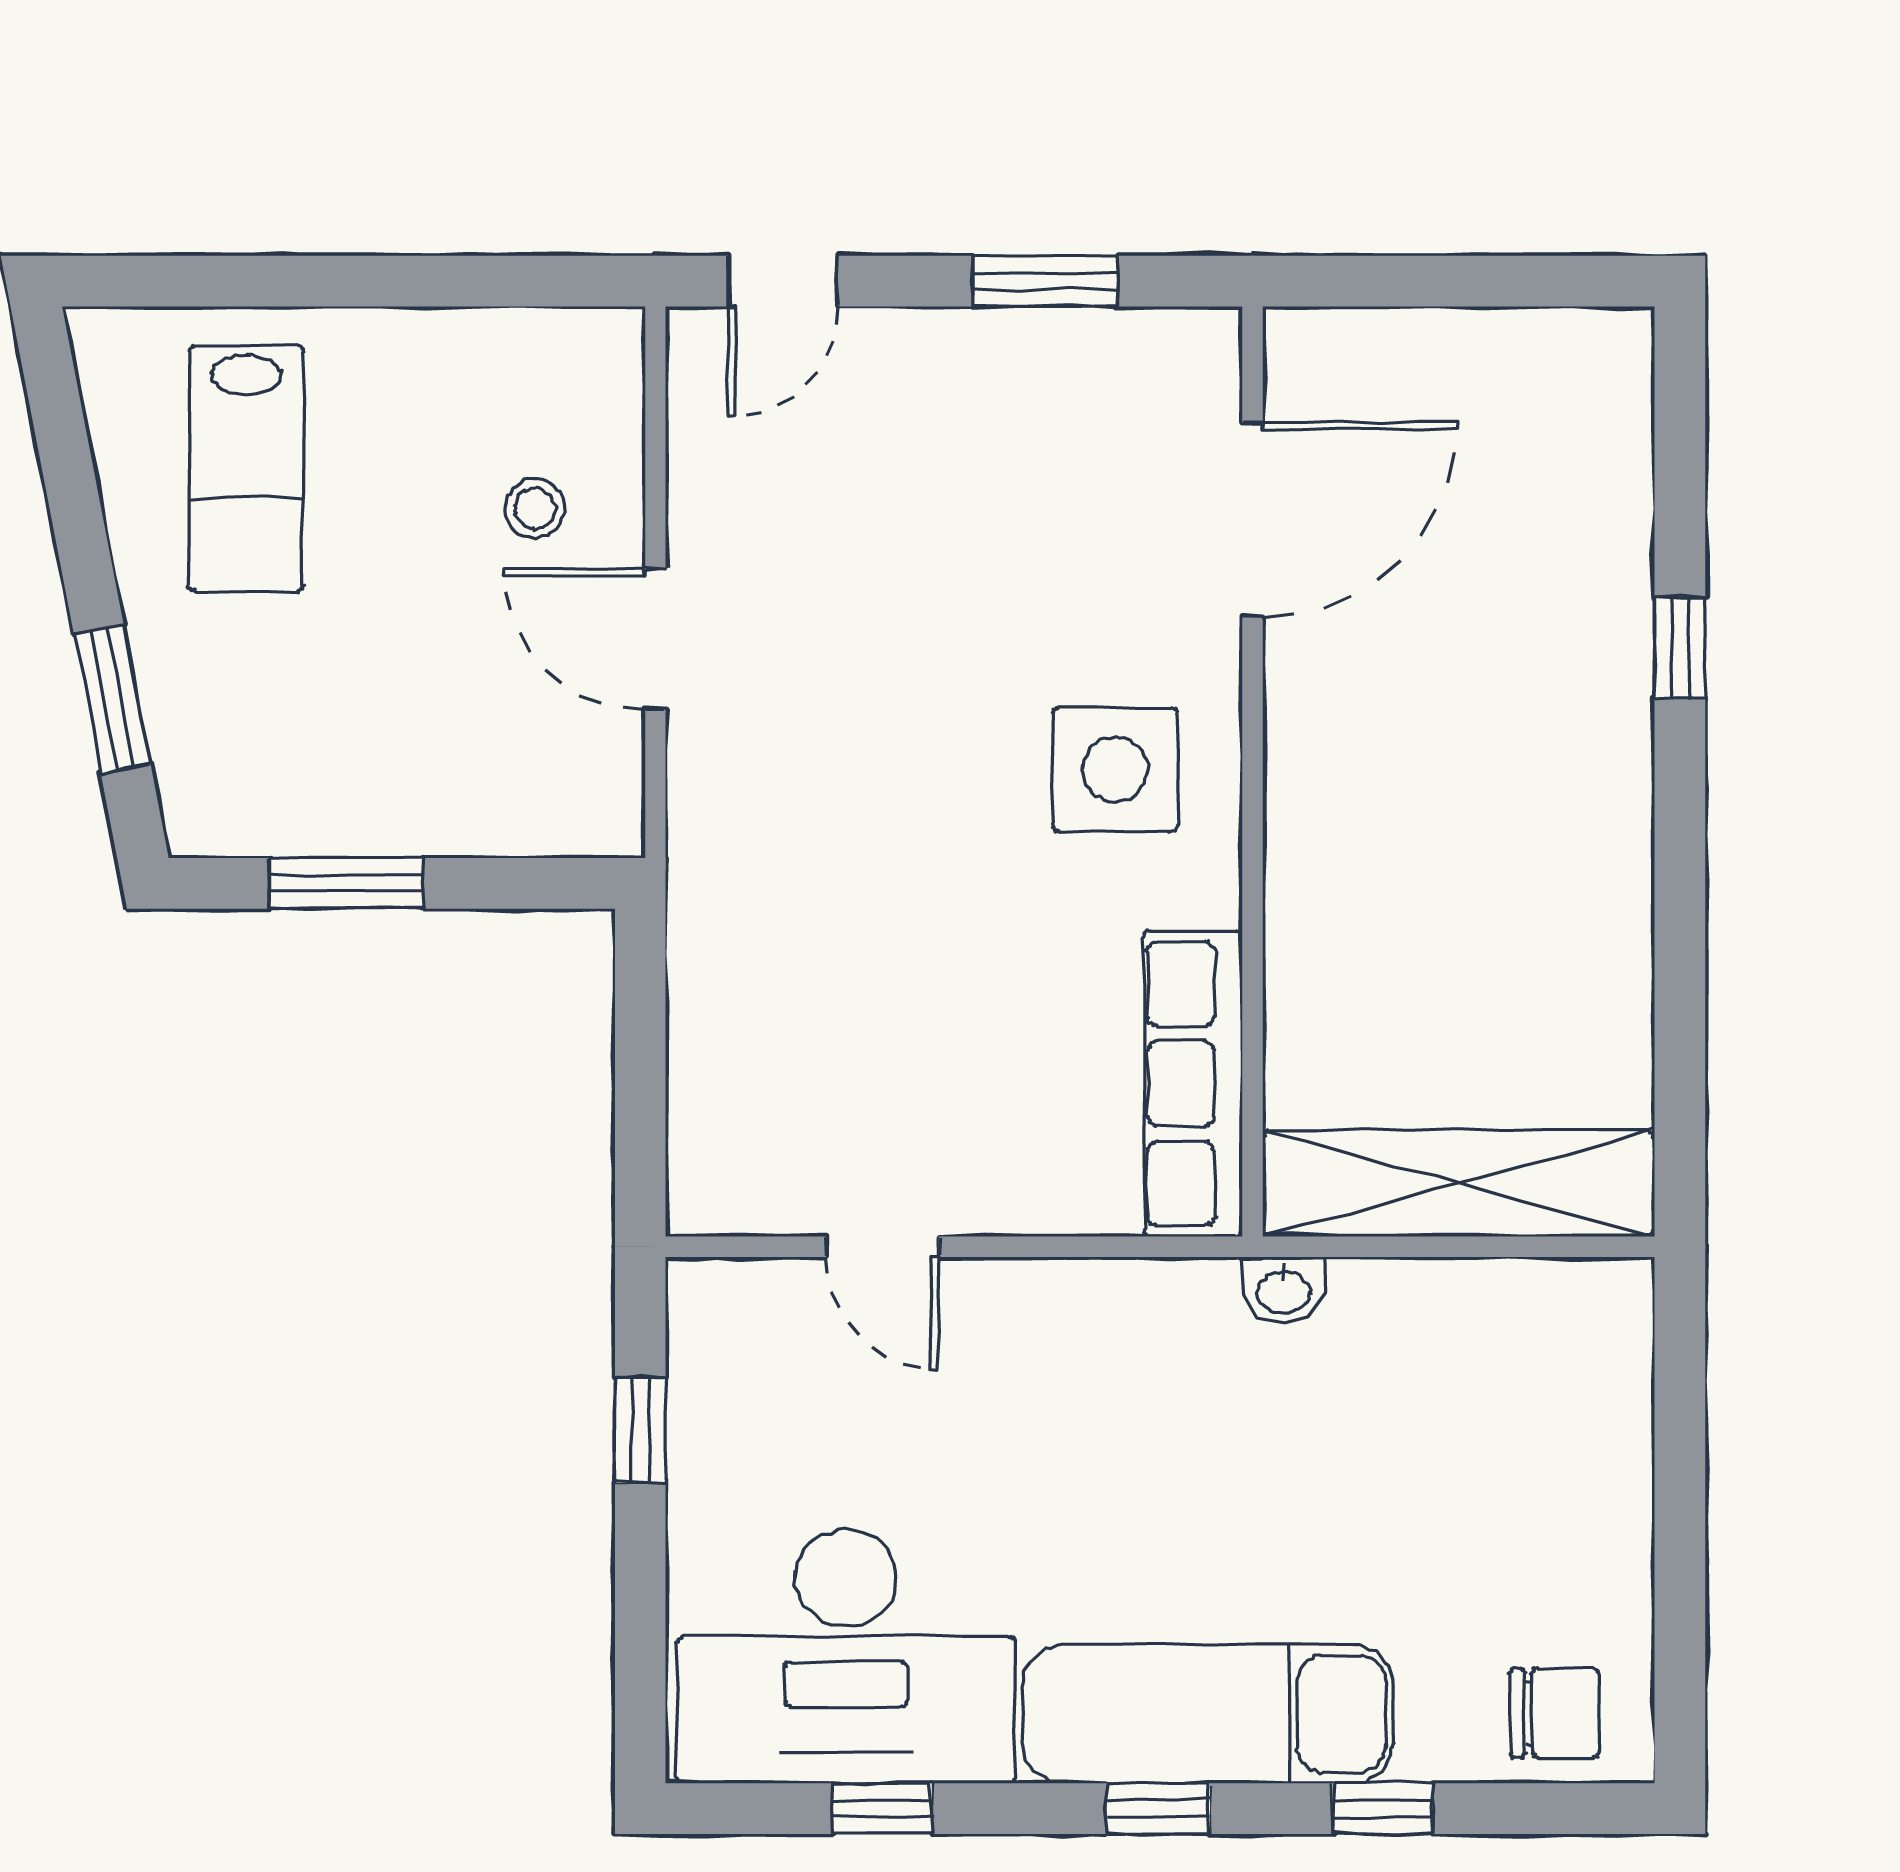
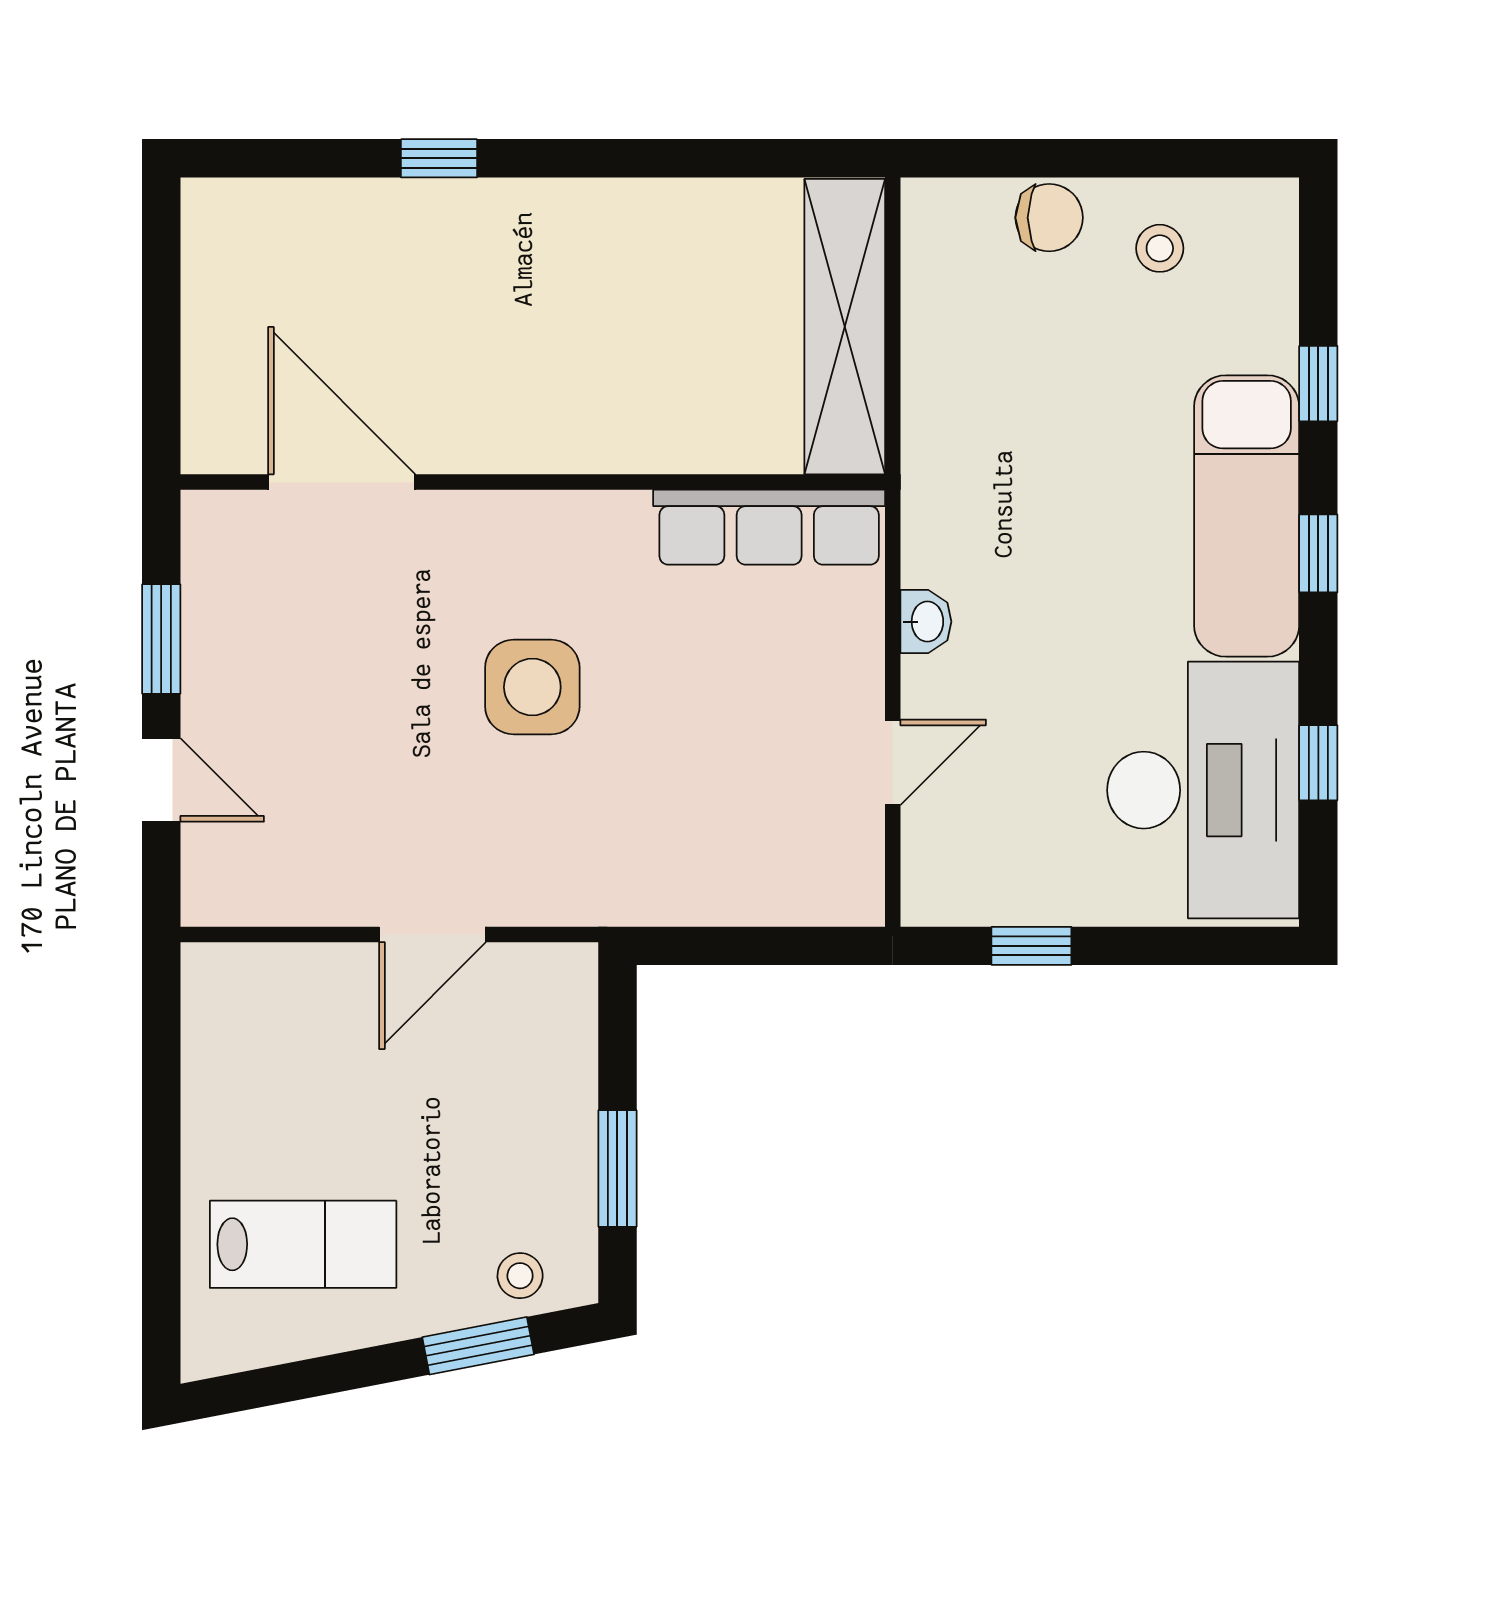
door: (783, 281) -> (161, 780), moved
stool: (535, 508) -> (520, 1276), moved
side table: (1115, 769) -> (532, 687), moved
washbasin: (1284, 1290) -> (926, 622), moved
stool: (1561, 1599) -> (1160, 248), added
chair: (1555, 1713) -> (1049, 218), moved, turned 90

